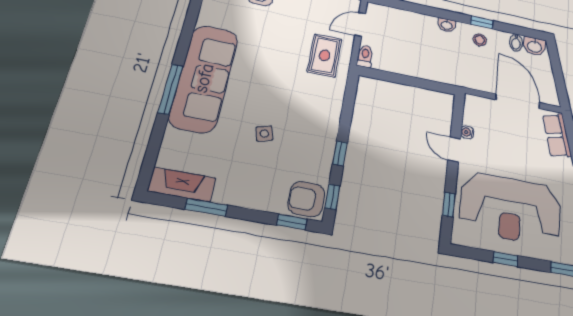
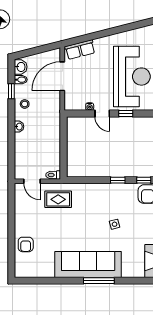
window: (482, 22) -> (11, 91), moved
door: (454, 149) -> (102, 113), hinge flipped
window: (449, 205) -> (126, 113), moved

